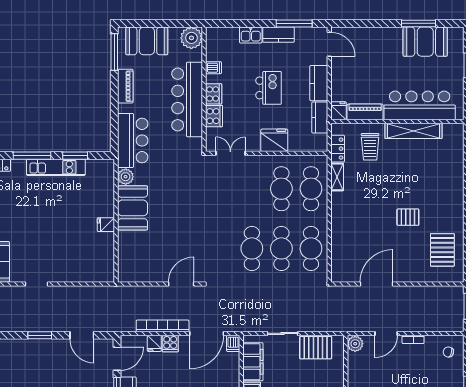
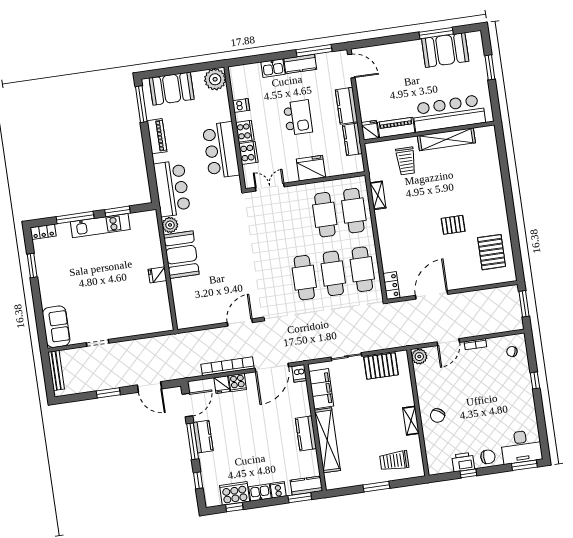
bar counter: (187, 99) -> (221, 150), width x0.73
locker: (338, 149) -> (391, 286), moved

